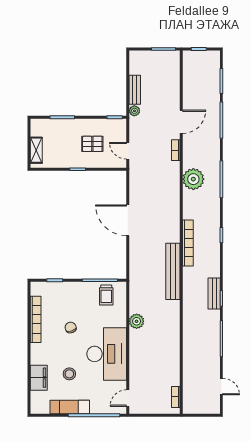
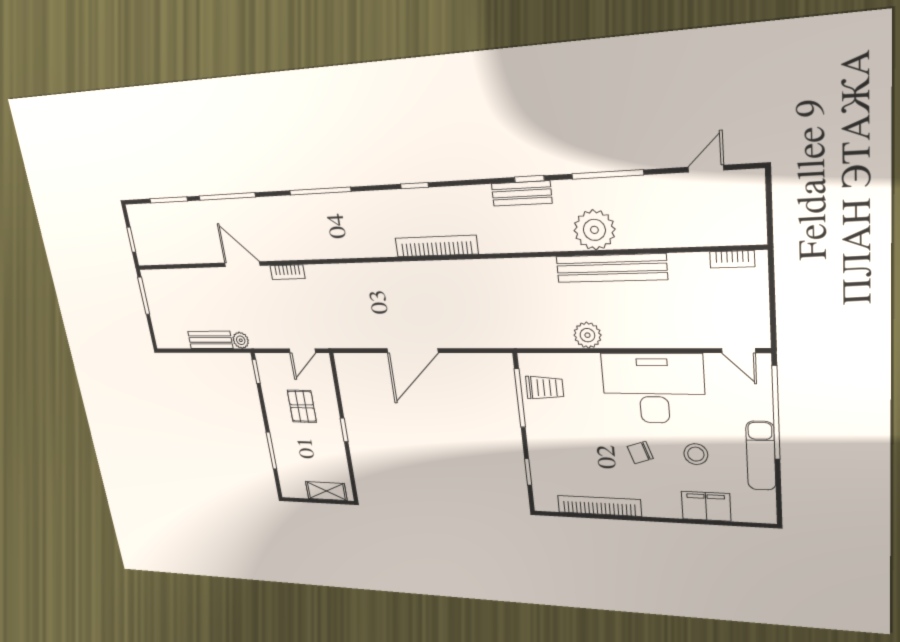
plant: (193, 179) -> (594, 230), moved
bench: (173, 271) -> (611, 268), moved
chair: (71, 328) -> (640, 453), moved

